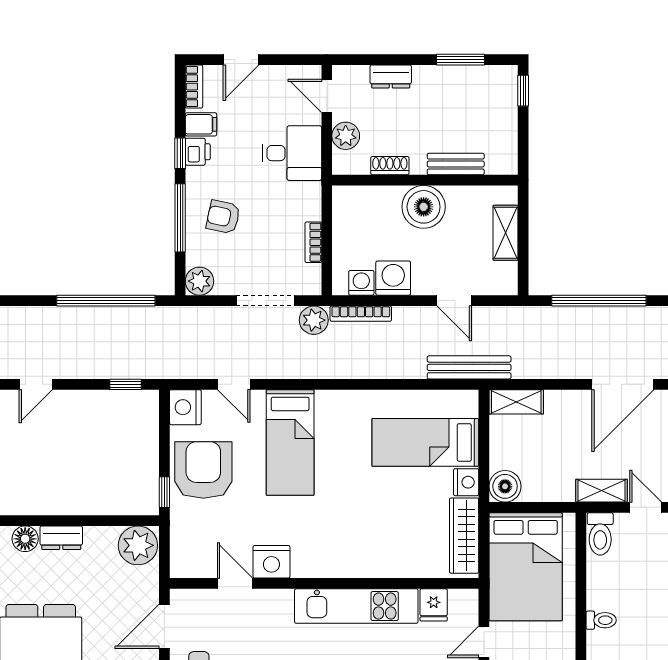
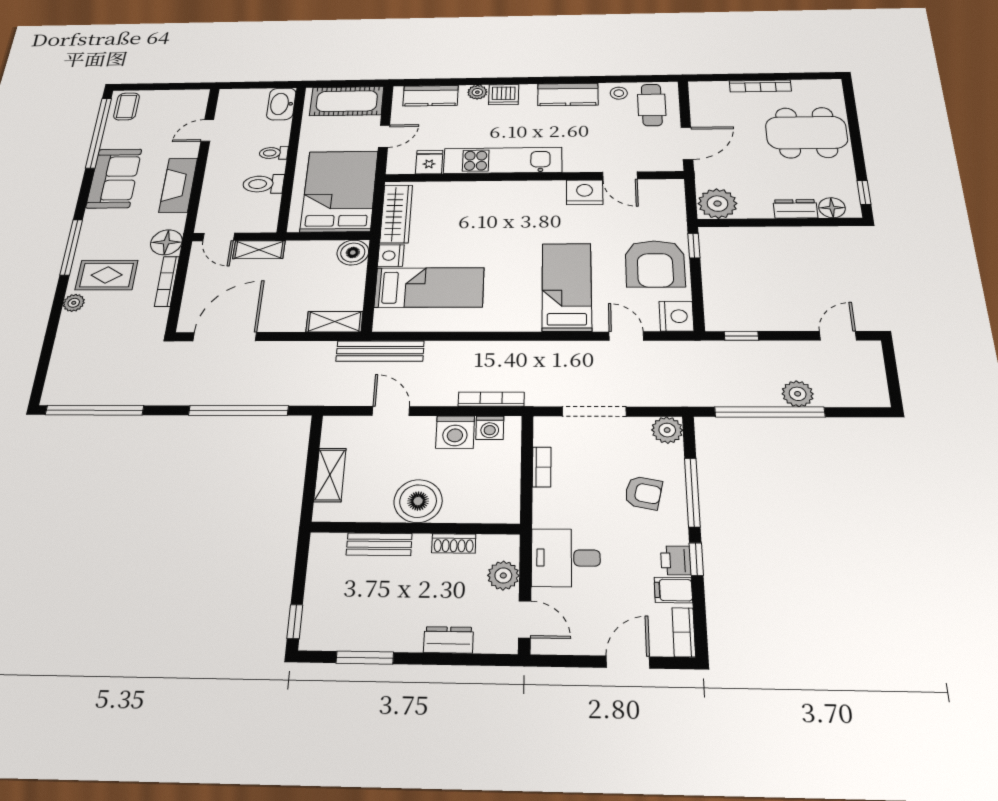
plant: (314, 320) -> (798, 394), moved
toilet: (600, 534) -> (263, 184), moved, turned -90

